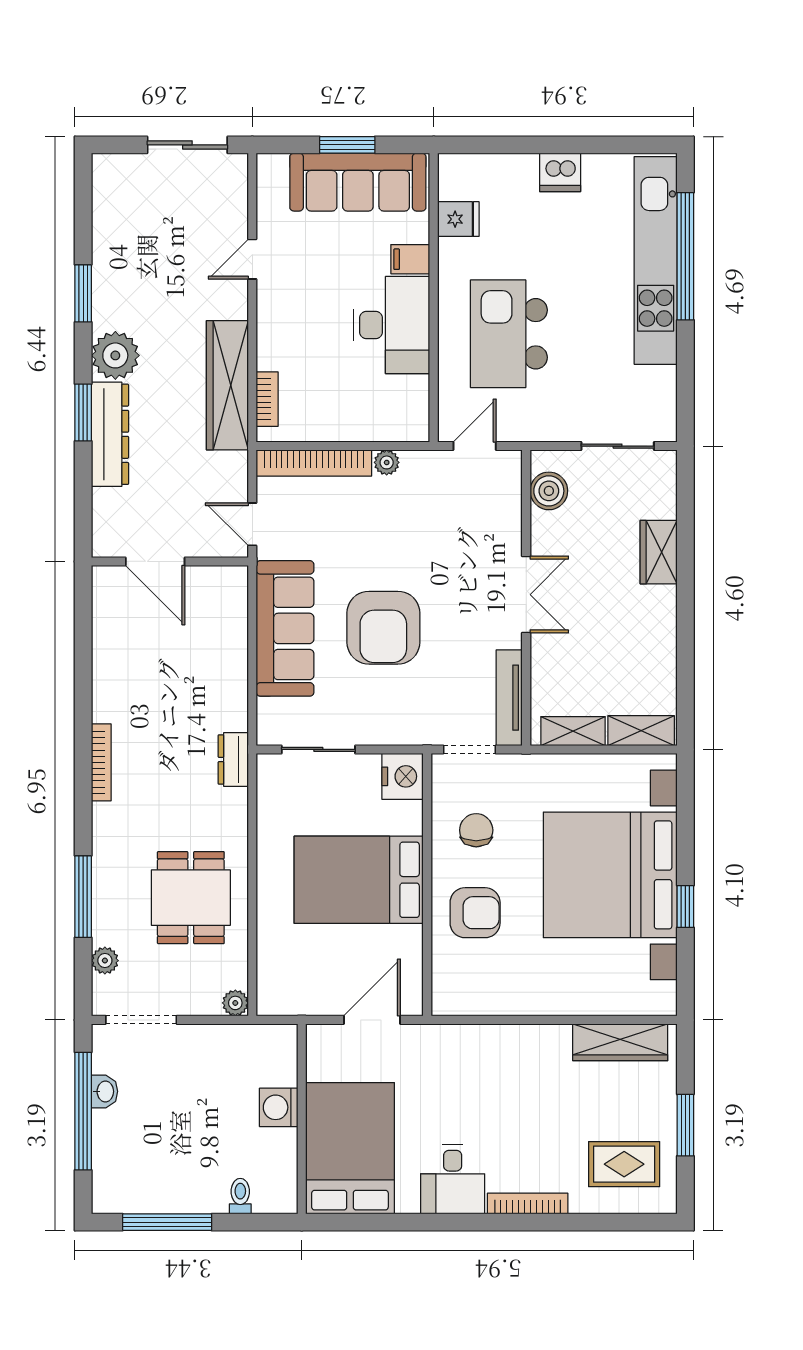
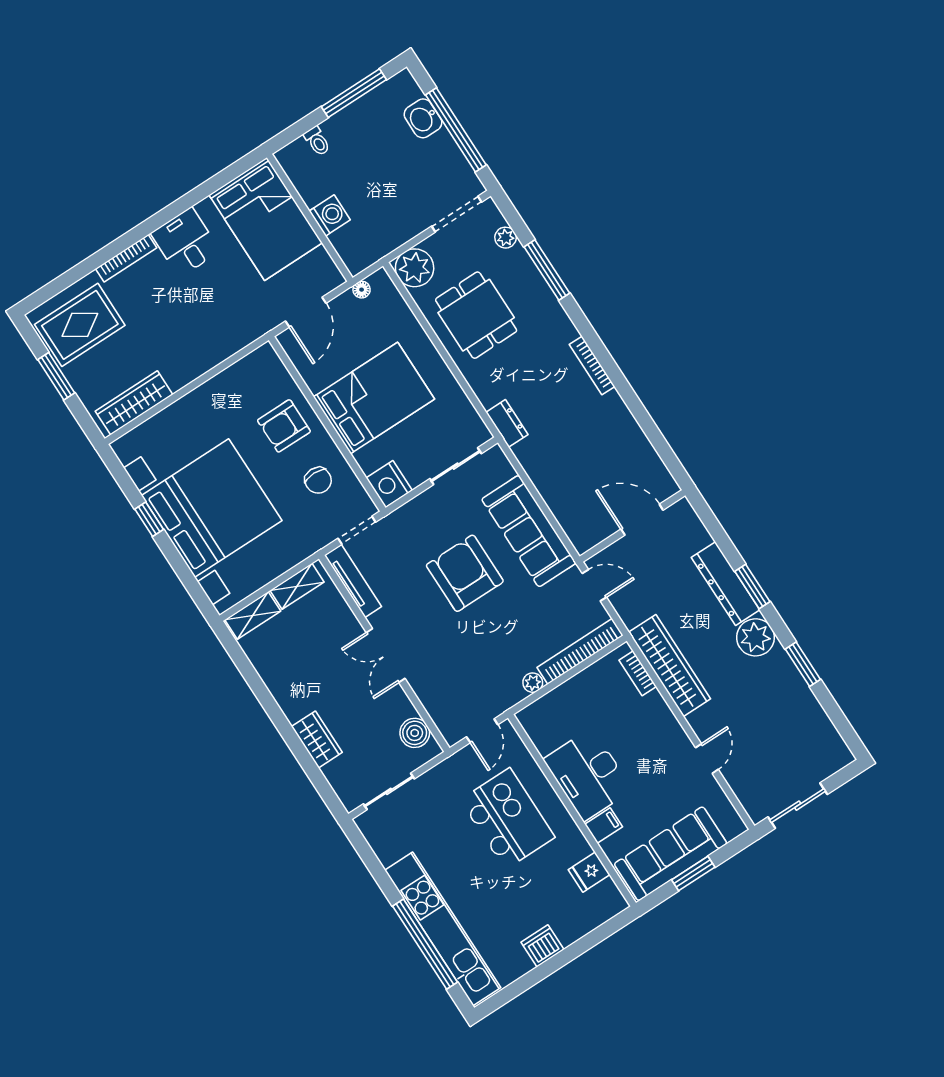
plant: (235, 1003) -> (415, 268), width x1.87, depth x1.87
floor lamp: (296, 1005) -> (362, 290), added
washbasin: (105, 1091) -> (423, 118), moved, width x1.38, depth x1.45
rug: (624, 1164) -> (80, 325), width x1.36, depth x1.43

